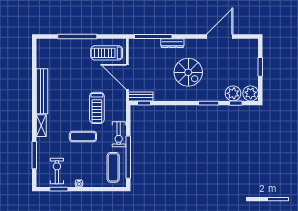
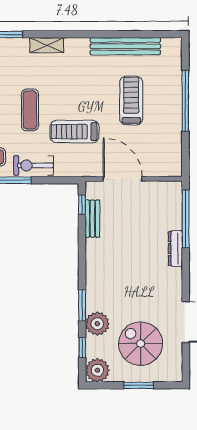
treadmill: (107, 53) -> (131, 101), moved
spiral stairs: (188, 72) -> (141, 344), moved, turned 90
door: (127, 77) -> (123, 179), hinge flipped
bench: (42, 91) -> (125, 46), moved
plant: (233, 93) -> (97, 324), moved
bench: (141, 96) -> (92, 219), moved

